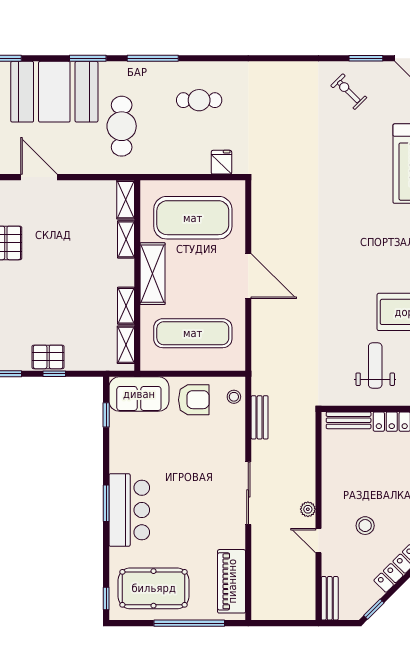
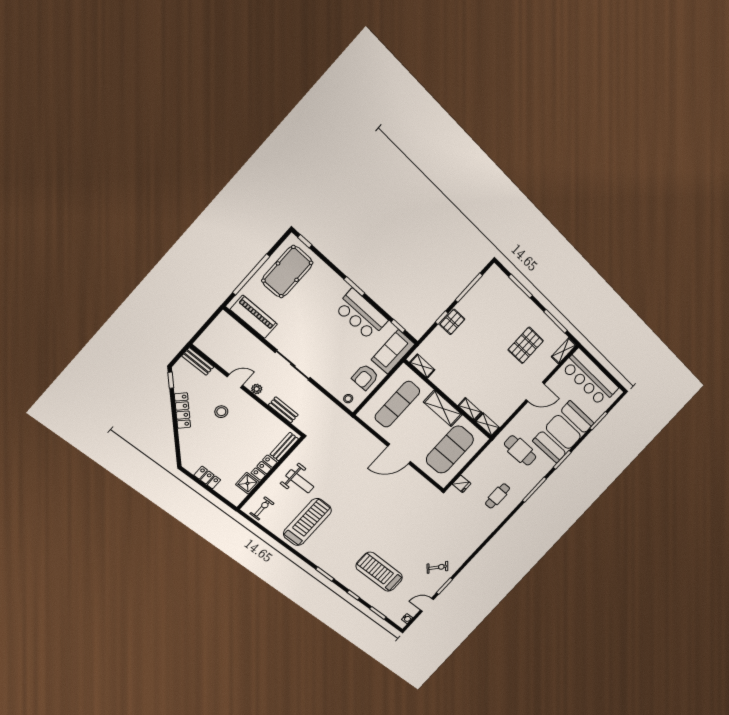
shelving: (126, 306) -> (440, 382), removed
bench: (260, 417) -> (283, 410), moved
bar counter: (129, 510) -> (361, 314), moved

